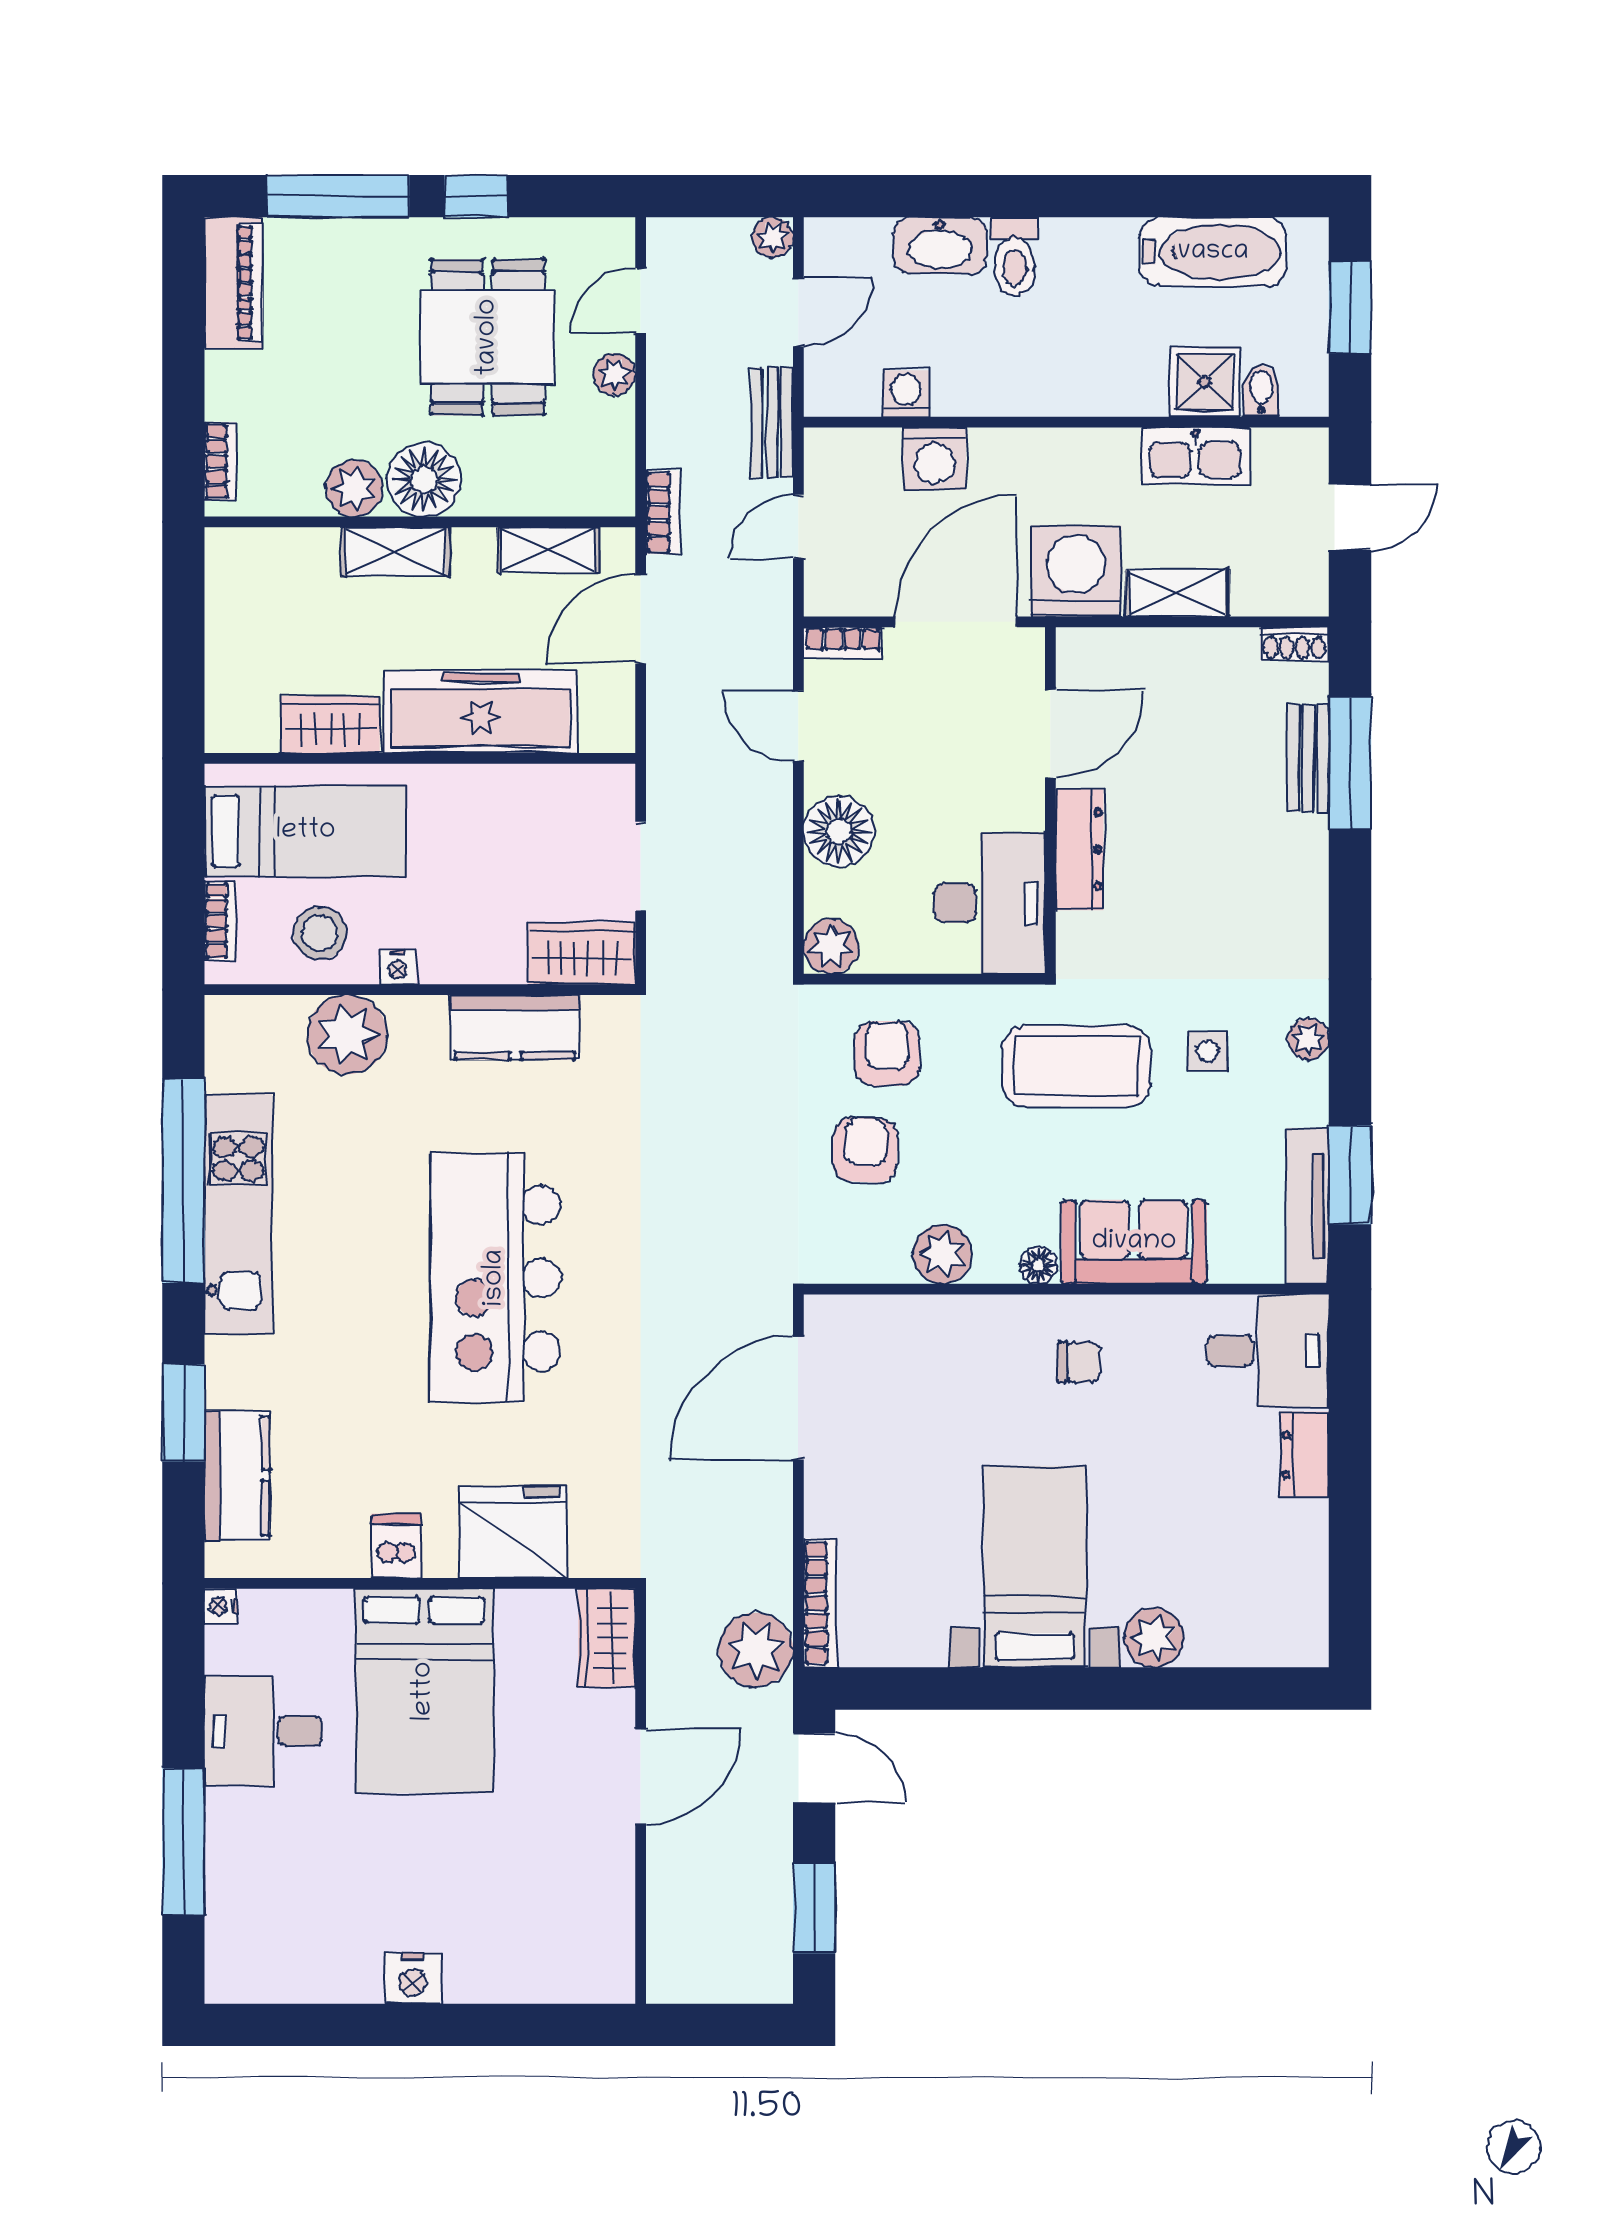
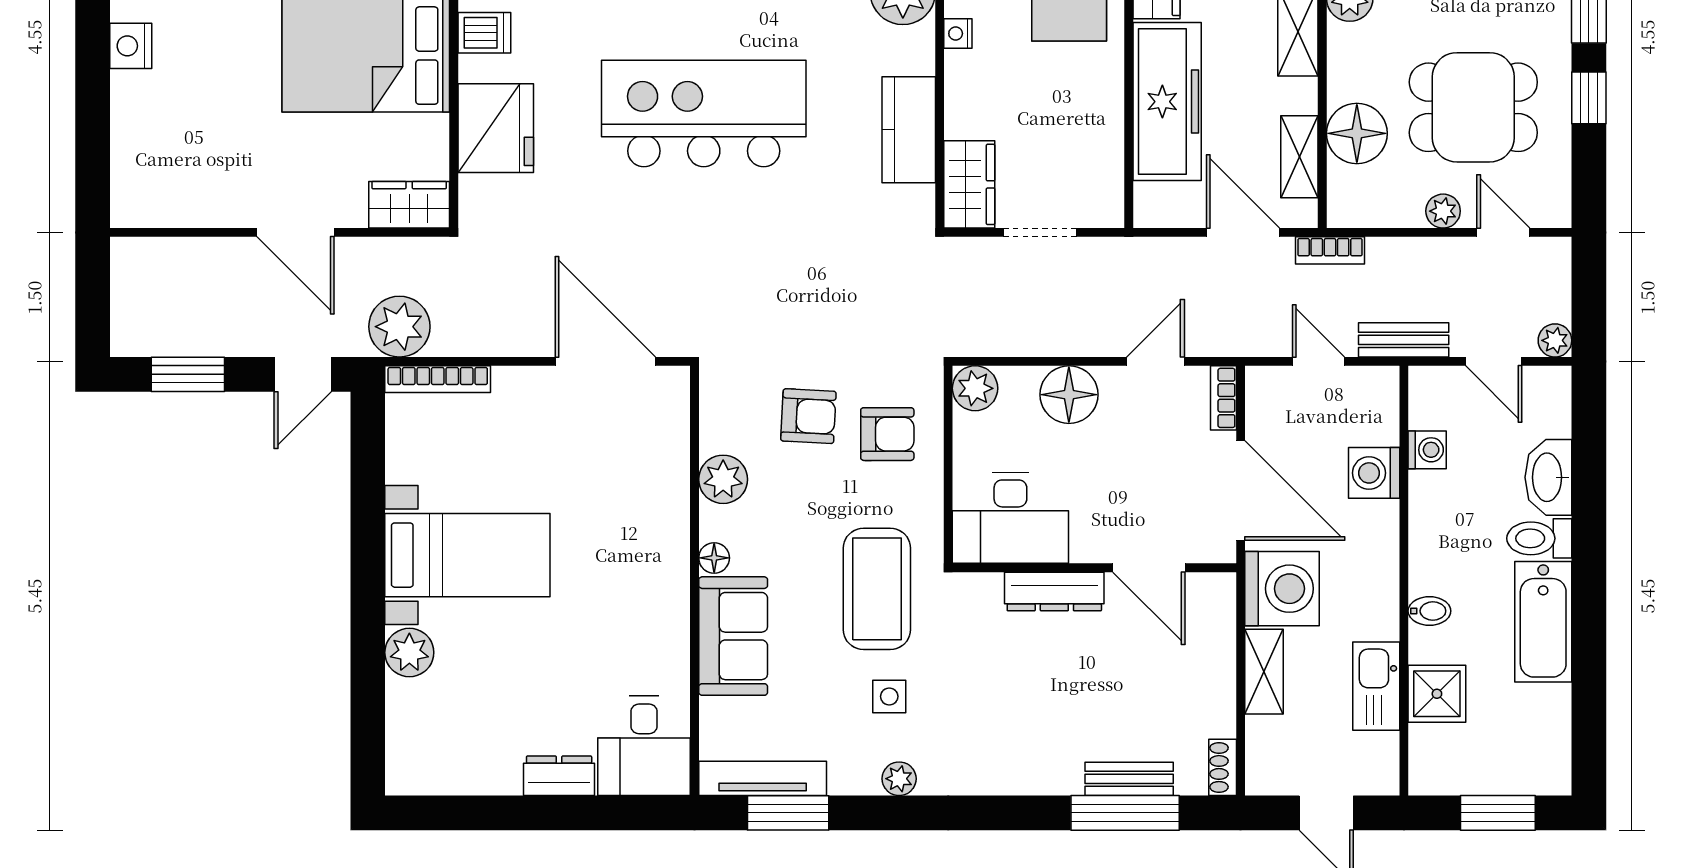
bathtub: (1213, 252) -> (1543, 622), moved
bidet: (1261, 391) -> (1429, 611), moved
floor lamp: (424, 480) -> (1357, 133), moved
chair: (1079, 1362) -> (635, 591), removed

